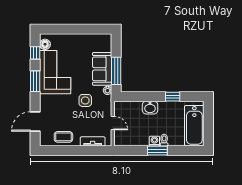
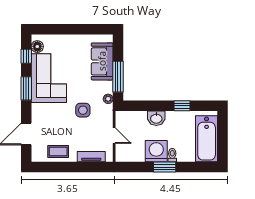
sofa: (102, 69) -> (102, 61), moved
washing machine: (154, 141) -> (156, 151), width x1.89, depth x1.89

